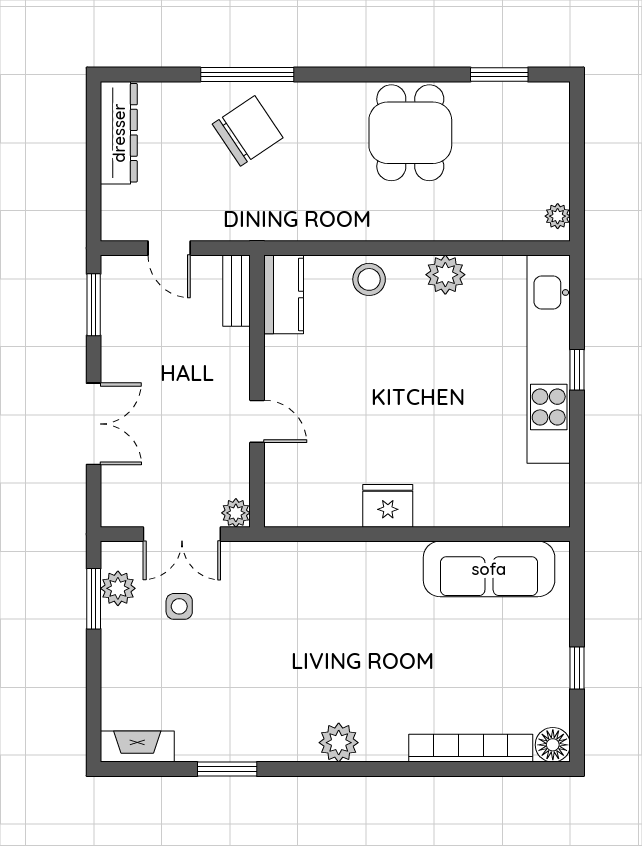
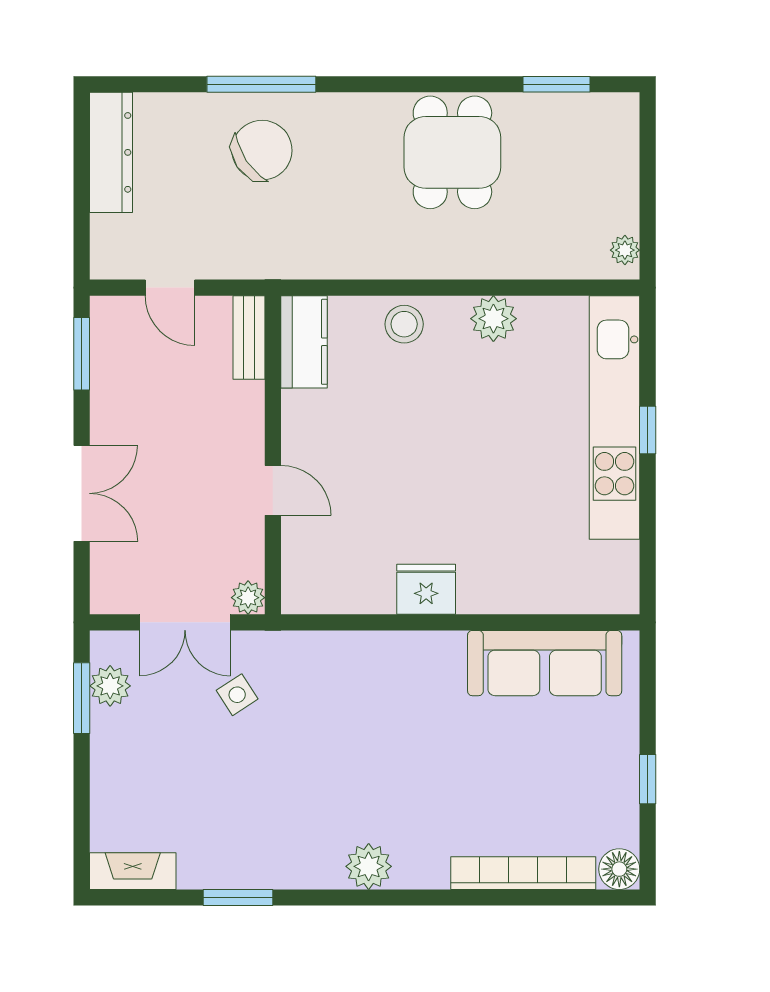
side table: (179, 606) -> (237, 695), moved, turned -33

